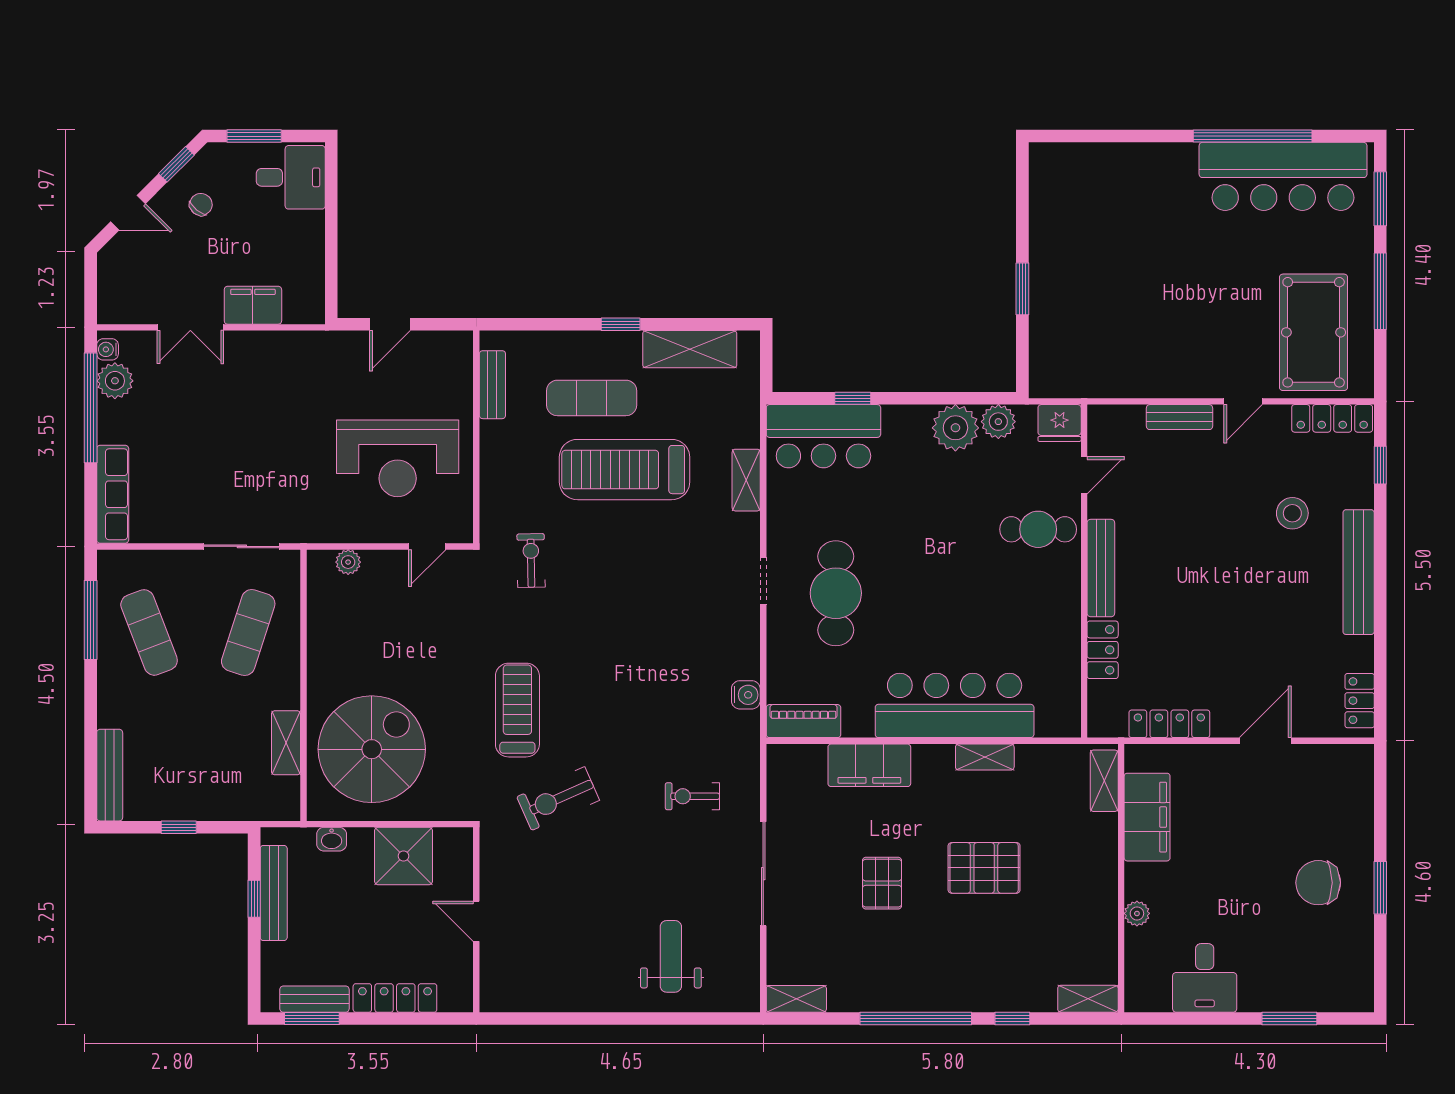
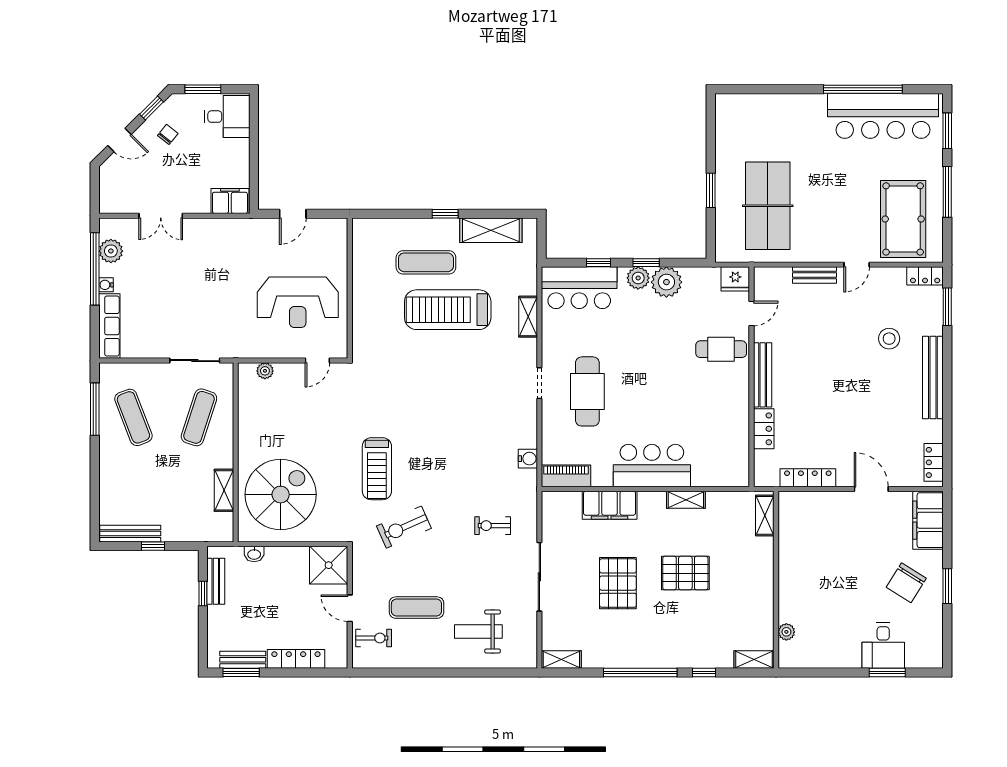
filing cabinet: (253, 305) -> (230, 201), moved
table tennis table: (1109, 312) -> (768, 206), added
water cooler: (108, 349) -> (106, 285), moved
bench: (492, 385) -> (360, 254), removed
window: (925, 398) -> (646, 263), added
locker: (1332, 418) -> (925, 276), width x0.66
plant: (998, 422) -> (638, 278), moved
window: (1380, 465) -> (947, 307), width x1.50
exercise bike: (531, 561) -> (374, 638), moved, turned 91
bar counter: (955, 705) -> (652, 466), width x0.73
treadmill: (517, 710) -> (377, 469), turned 180
door: (1265, 741) -> (871, 489), hinge flipped
bench: (110, 775) -> (130, 534), moved, turned 90
filing cabinet: (1147, 817) -> (928, 520), moved, turned 180
shower: (403, 856) -> (329, 565), moved
pallet: (882, 883) -> (618, 583), width x1.50, depth x1.42
chair: (1318, 883) -> (906, 583), turned -58
bench: (274, 893) -> (216, 581), width x0.73
plant: (1137, 913) -> (786, 632), moved
exercise mat: (577, 920) -> (416, 608), added
weight bench: (671, 956) -> (478, 631), turned -90
desk: (1205, 978) -> (883, 646), moved

